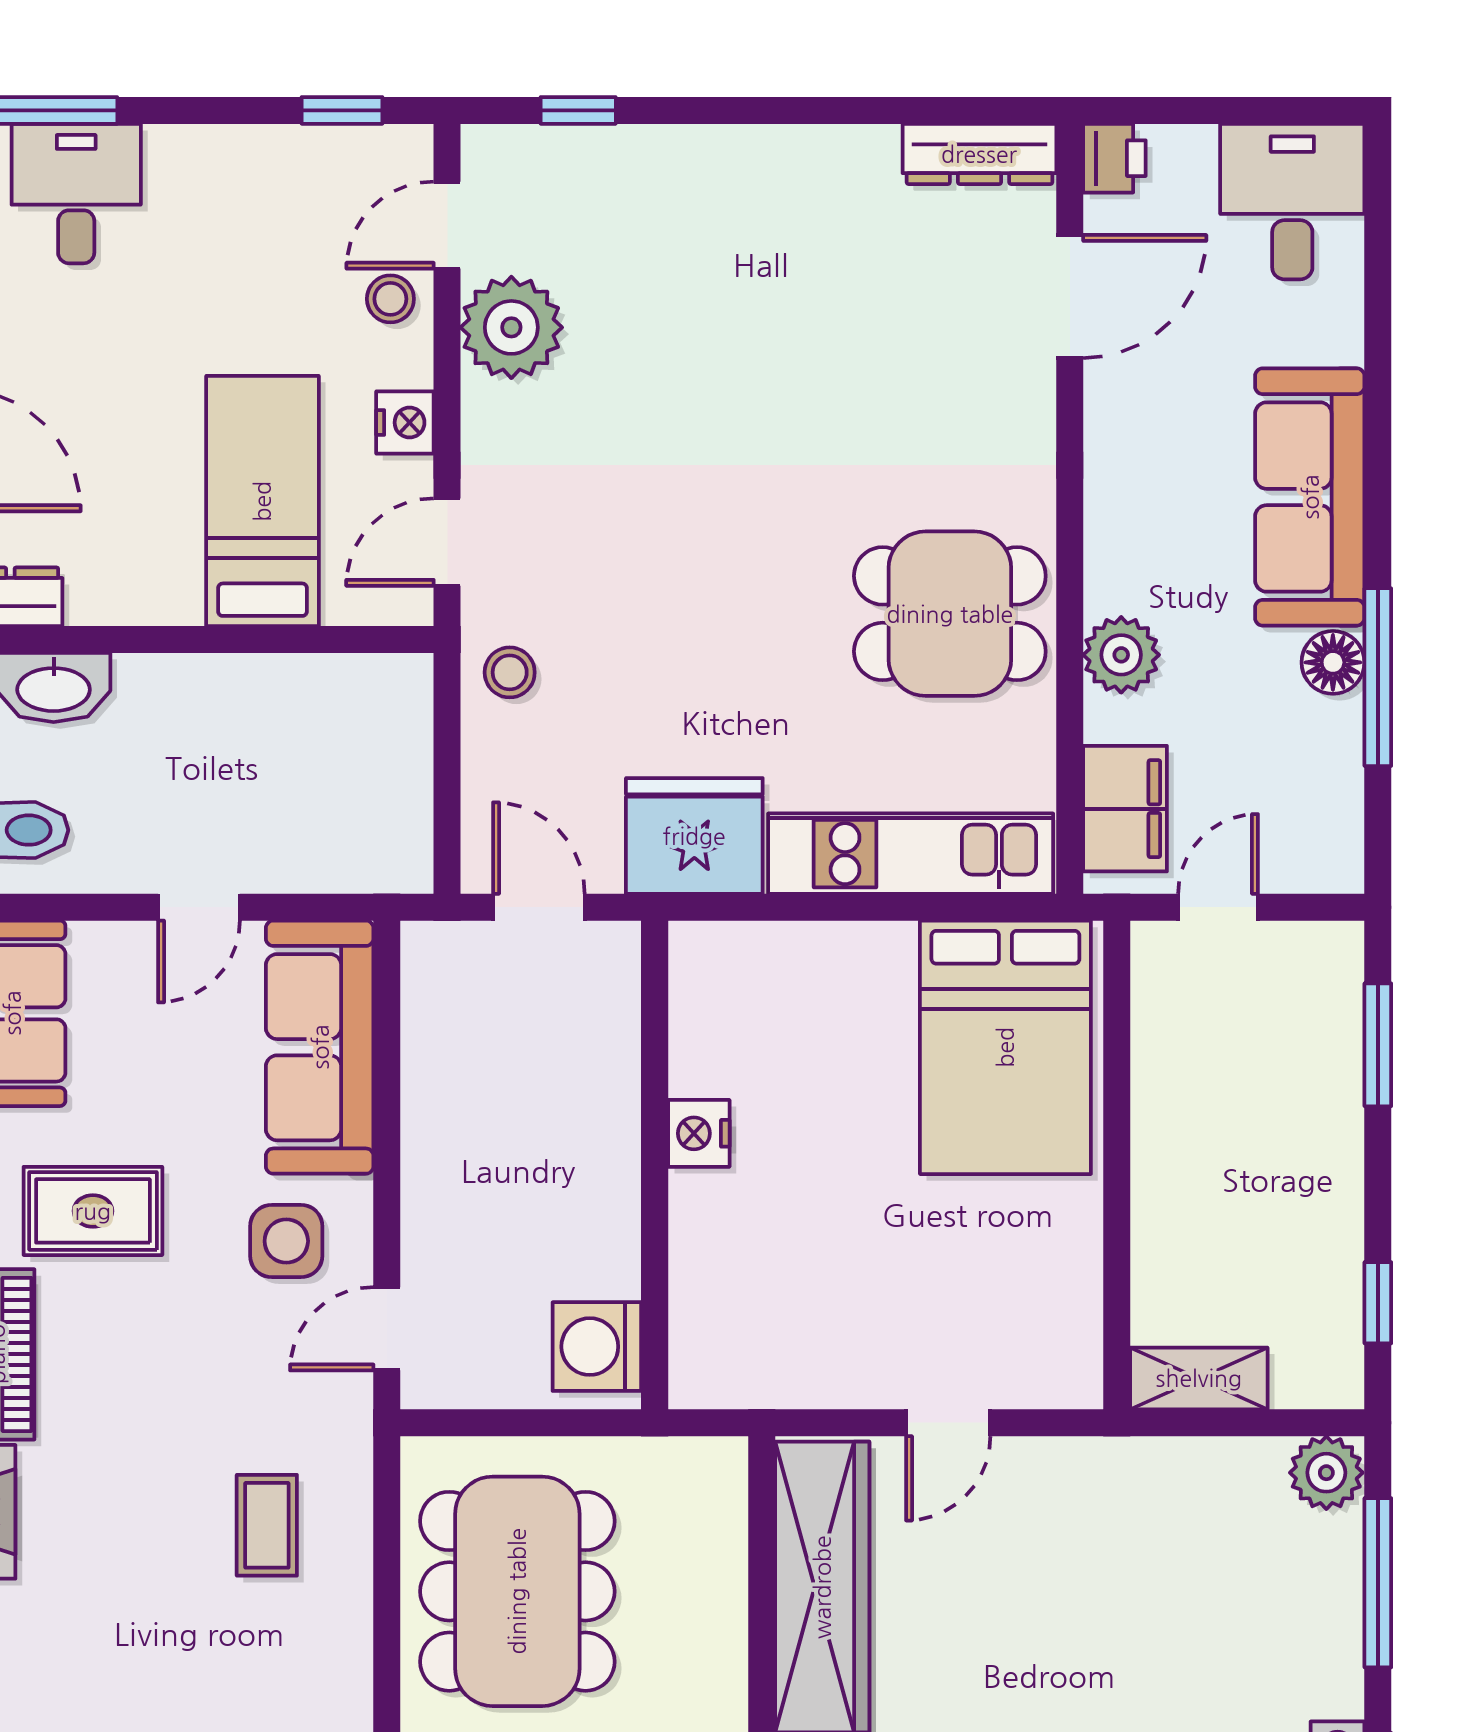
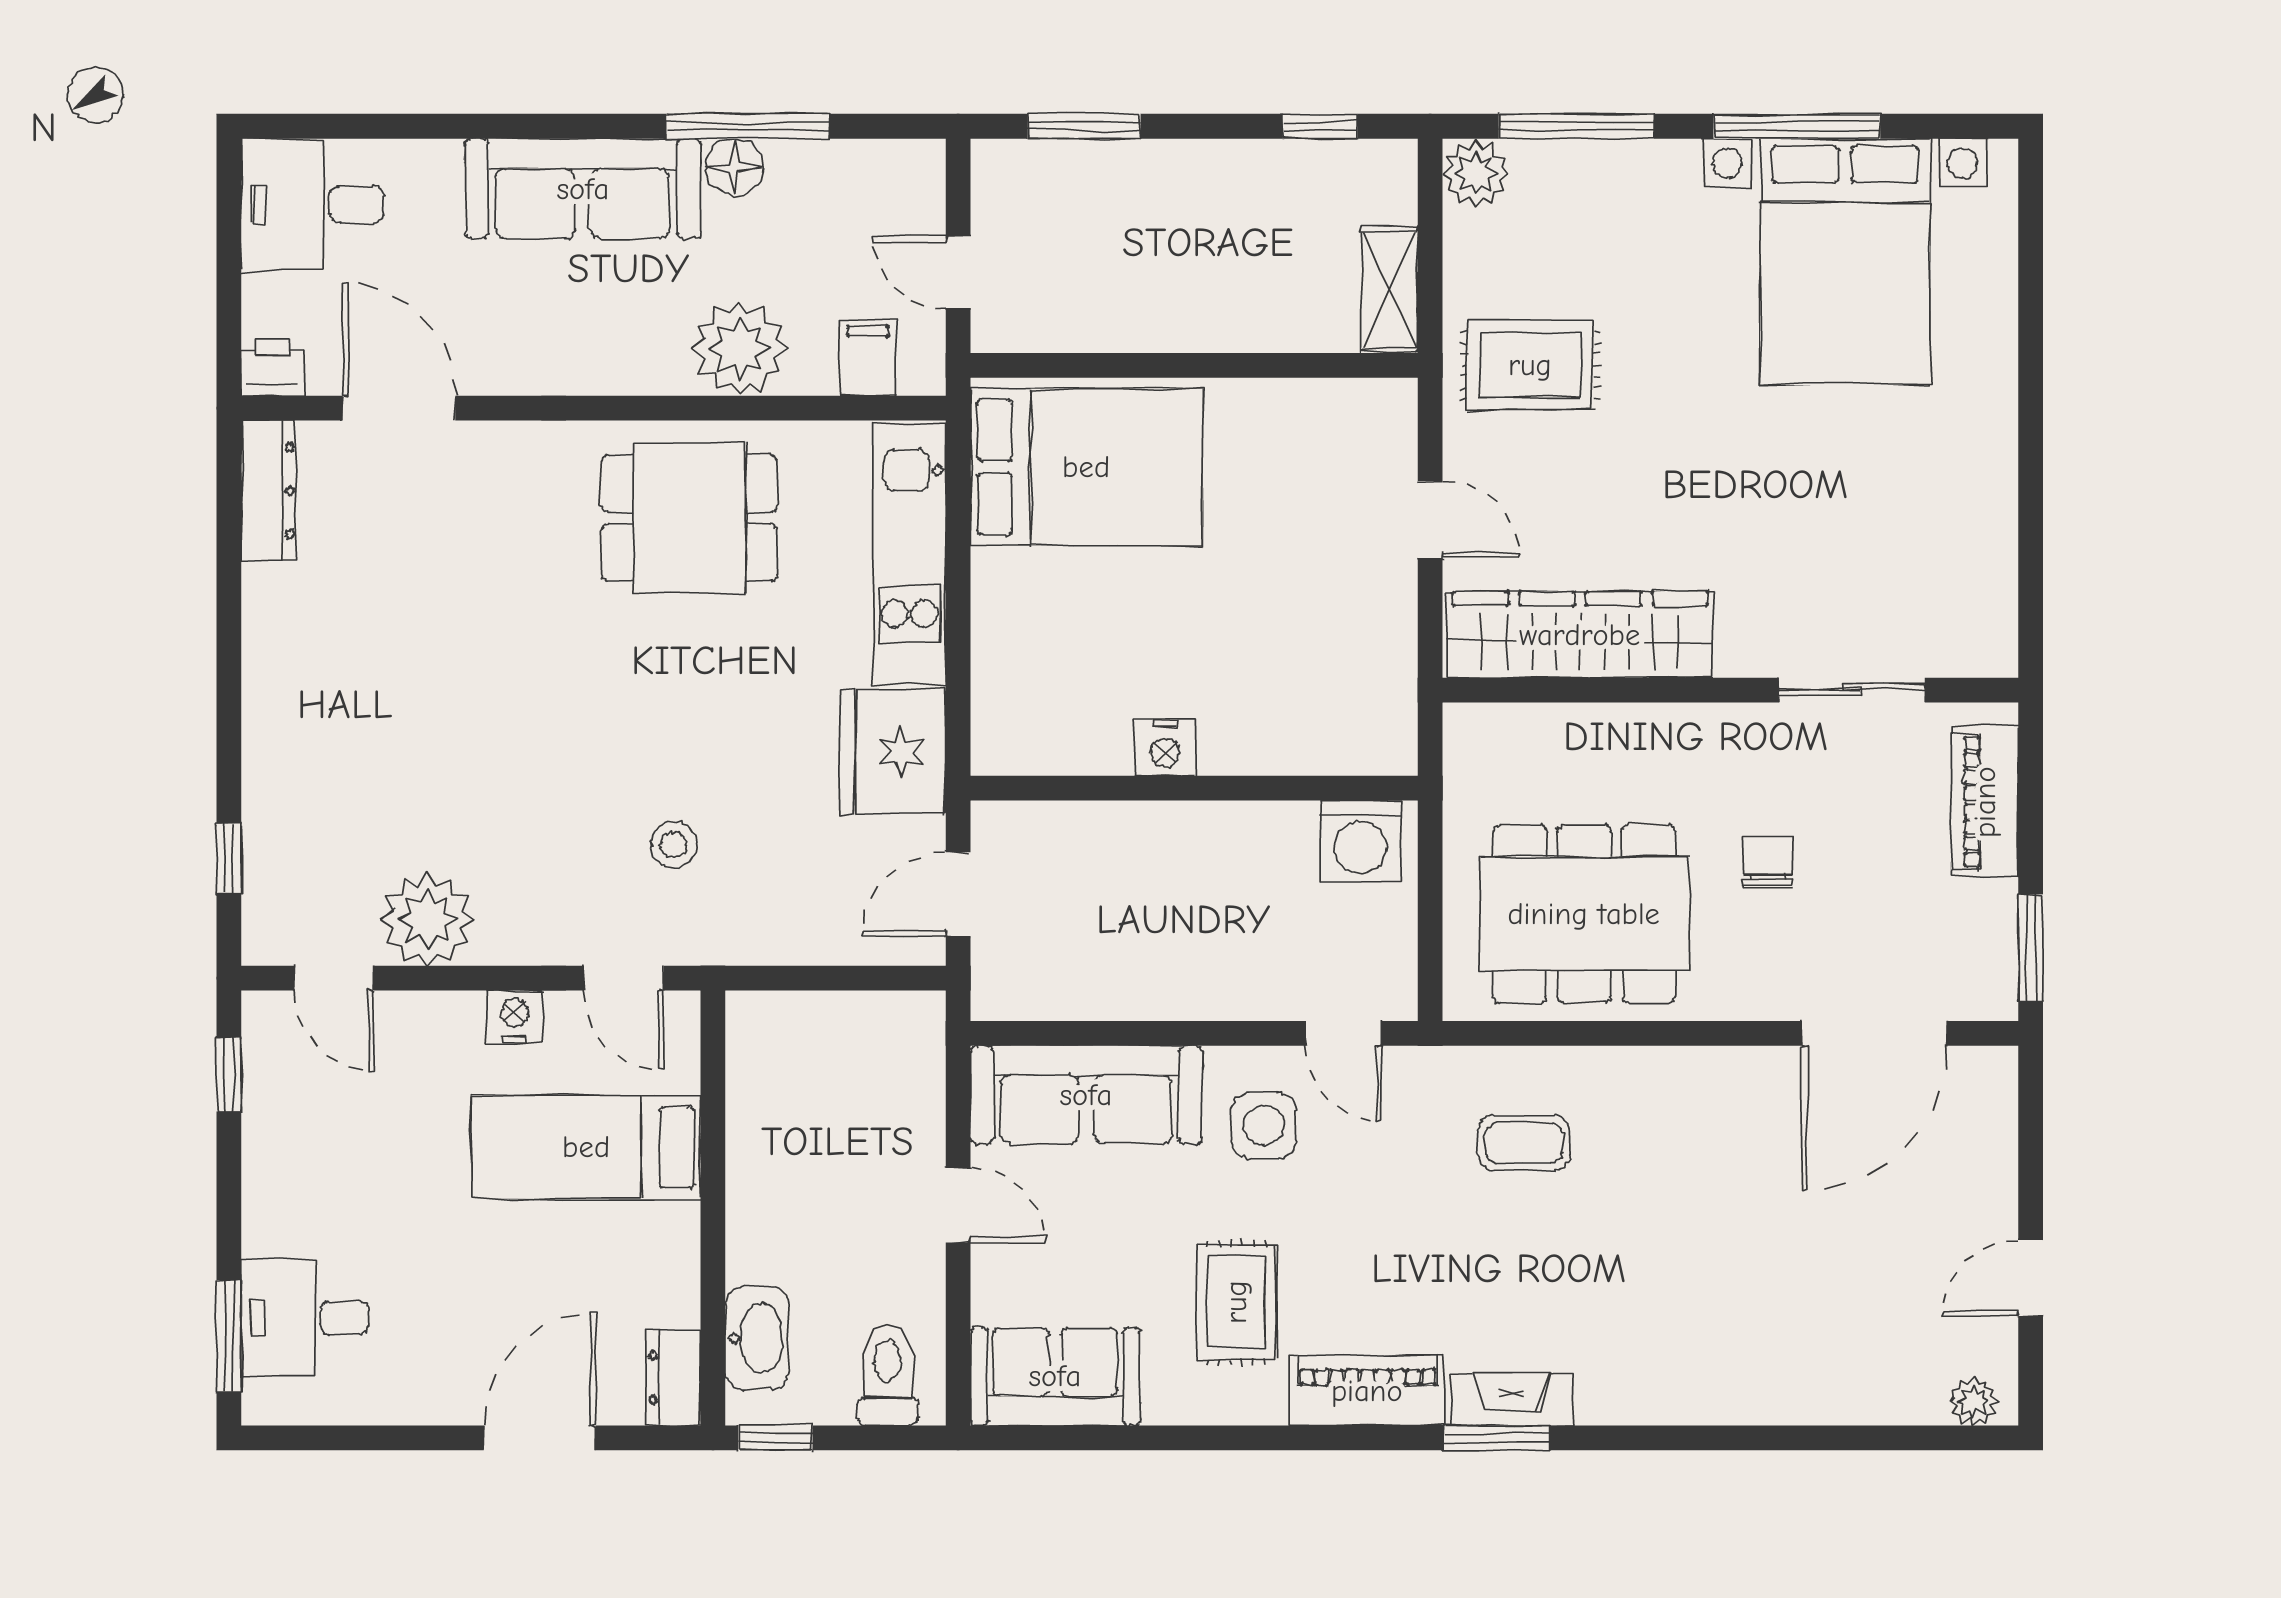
stool: (390, 299) -> (401, 1030), removed
dining table: (950, 614) -> (689, 518), turned 90
plant: (1121, 655) -> (740, 348), width x1.36, depth x1.36
stool: (510, 672) -> (674, 845), moved
filing cabinet: (1125, 809) -> (868, 358), width x0.50
rug: (1117, 1533) -> (1530, 365), added

